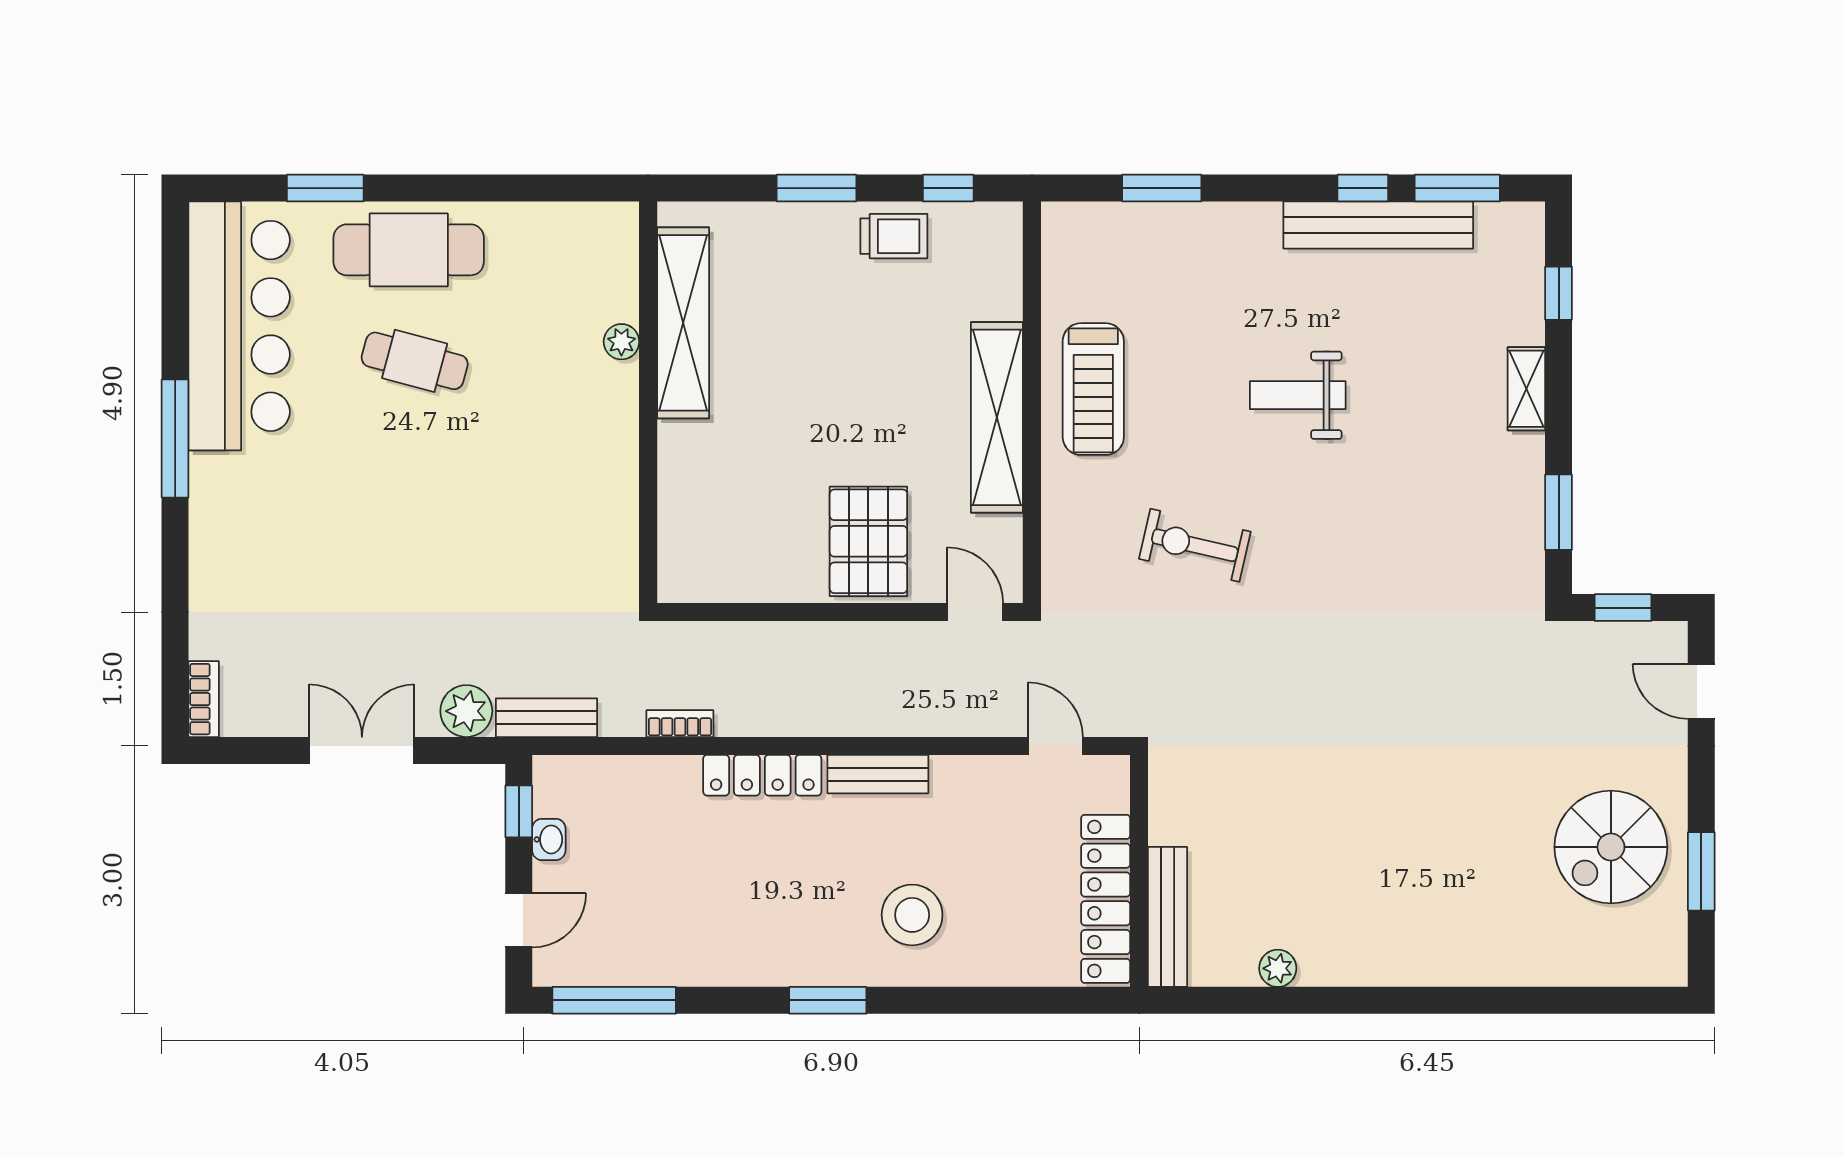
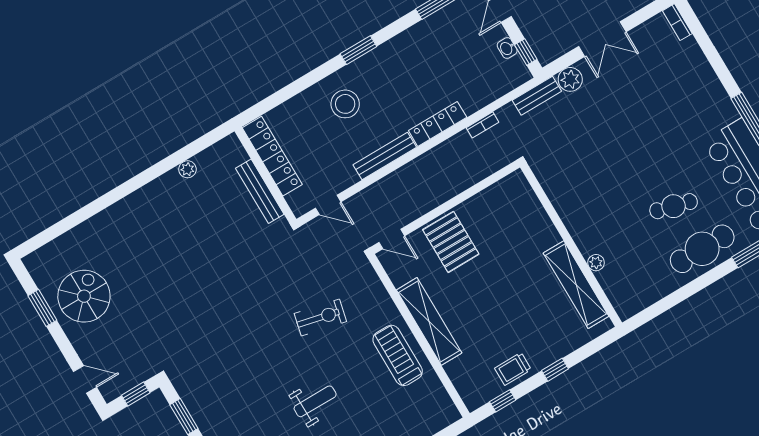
window: (816, 188) -> (555, 370), width x0.67
bench: (878, 774) -> (385, 156), width x1.36
bench: (1168, 917) -> (260, 191), moved

